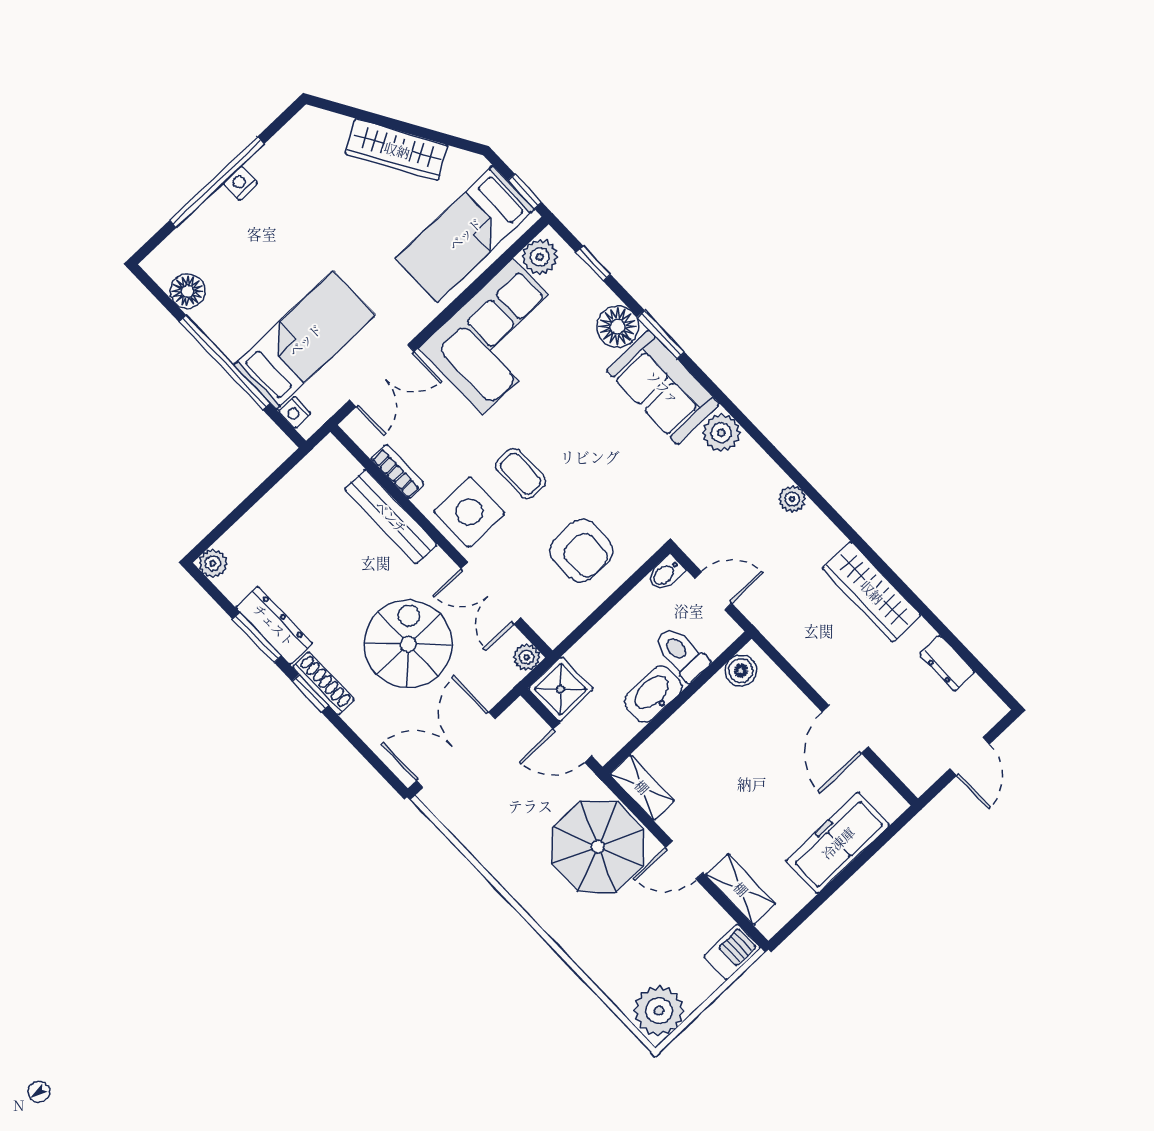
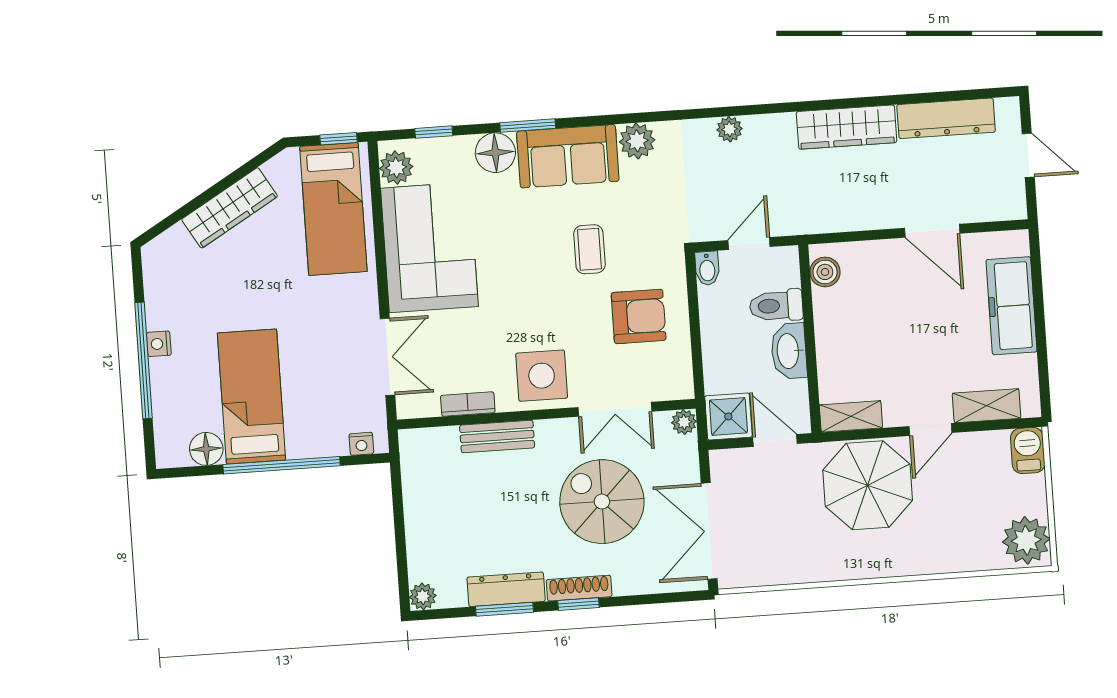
bed: (305, 340) -> (251, 396), moved
coffee table: (521, 474) -> (589, 249), moved, turned 90
bench: (391, 517) -> (497, 436), width x0.73
dresser: (947, 663) -> (946, 118), width x1.96, depth x1.24
door: (572, 743) -> (775, 440), swing flipped

